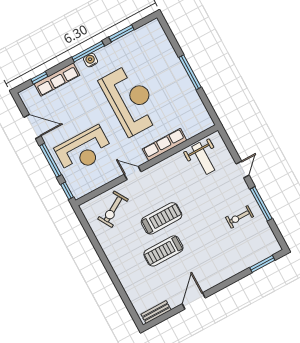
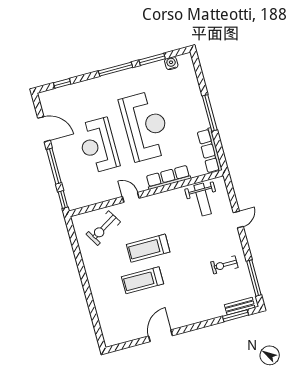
water cooler: (91, 60) -> (171, 63), moved
row of seats: (57, 80) -> (210, 151), moved, turned 90
reception desk: (84, 150) -> (98, 145), moved, turned 90
window: (261, 204) -> (254, 278), moved
treadmill: (161, 218) -> (148, 248), turned 180
bench: (156, 312) -> (240, 306), moved

